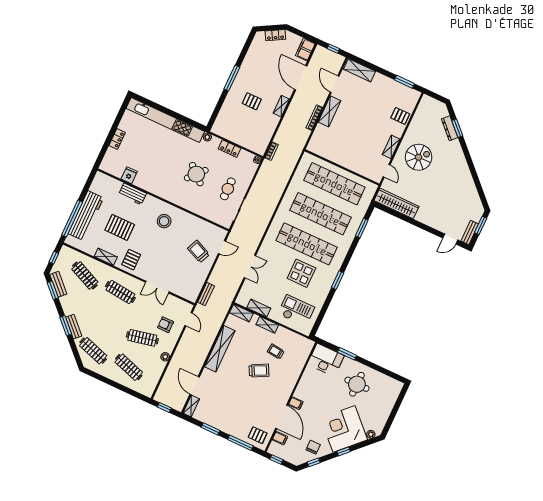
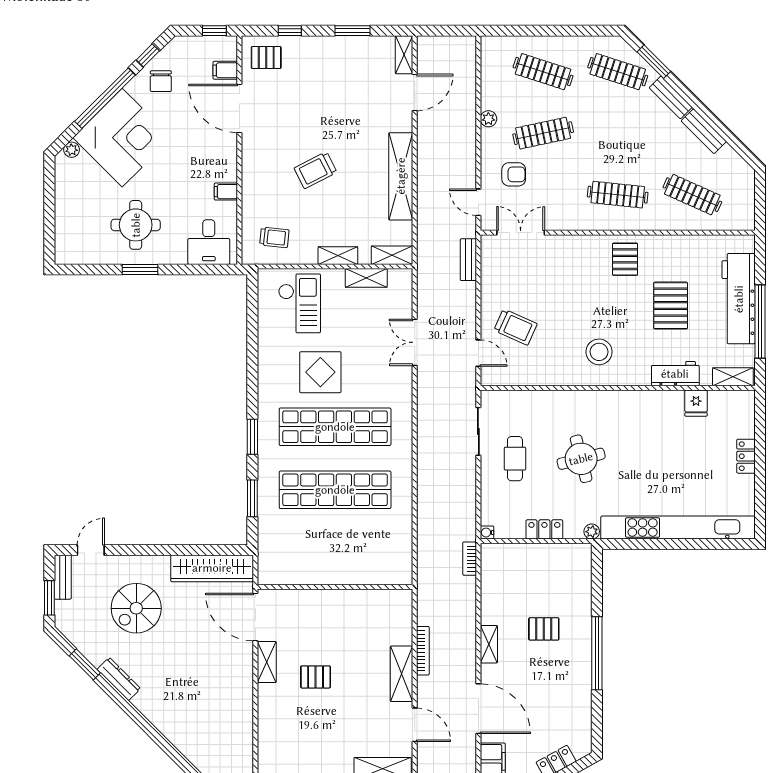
window: (232, 78) -> (597, 653), width x1.46
pallet: (400, 116) -> (316, 677), moved
dresser: (450, 128) -> (119, 679), moved
window: (457, 128) -> (85, 664), moved
spiral stairs: (419, 157) -> (136, 608), moved
door: (387, 171) -> (255, 617), width x1.88
round table: (196, 174) -> (581, 459), turned 34
shop shelf: (334, 184) -> (335, 553), removed
window: (72, 218) -> (760, 322), moved
pallet: (120, 227) -> (671, 306), turned 90
door: (222, 247) -> (478, 353), swing flipped
shelving: (106, 257) -> (733, 377), moved
window: (54, 258) -> (760, 200), removed
window: (338, 280) -> (252, 437), moved
bench: (58, 284) -> (704, 131), moved
double door: (157, 287) -> (521, 233), moved
window: (53, 290) -> (736, 143), removed
checkout: (296, 311) -> (300, 303), turned -90
window: (66, 326) -> (654, 62), moved
trolley: (276, 352) -> (274, 237), moved
window: (347, 354) -> (140, 269), moved
desk: (326, 360) -> (209, 242), width x0.73
door: (195, 386) -> (415, 92), hinge flipped
filing cabinet: (296, 403) -> (226, 192), moved
window: (164, 407) -> (449, 31), removed
window: (240, 443) -> (290, 31), width x0.46
window: (344, 451) -> (105, 98), width x3.17

